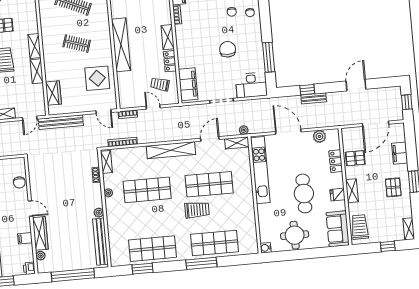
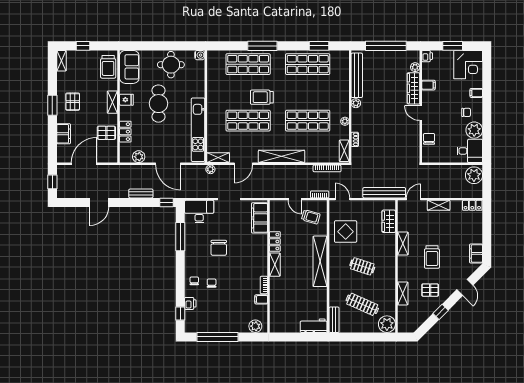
shelving: (34, 46) -> (403, 293), moved
trolley: (160, 84) -> (311, 217), moved
window: (307, 90) -> (166, 202), moved

